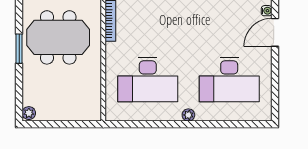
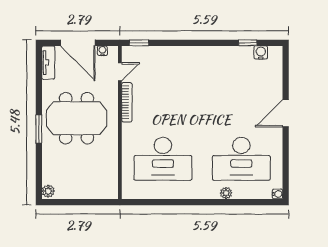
water cooler: (267, 11) -> (277, 194), moved
plant: (188, 115) -> (226, 193), moved

